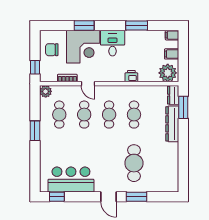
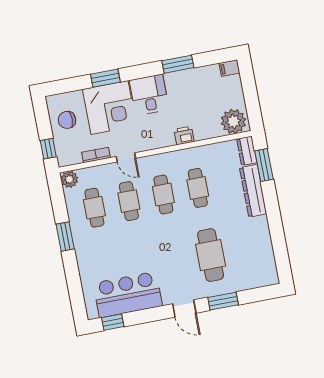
filing cabinet: (172, 54) -> (234, 94), removed

